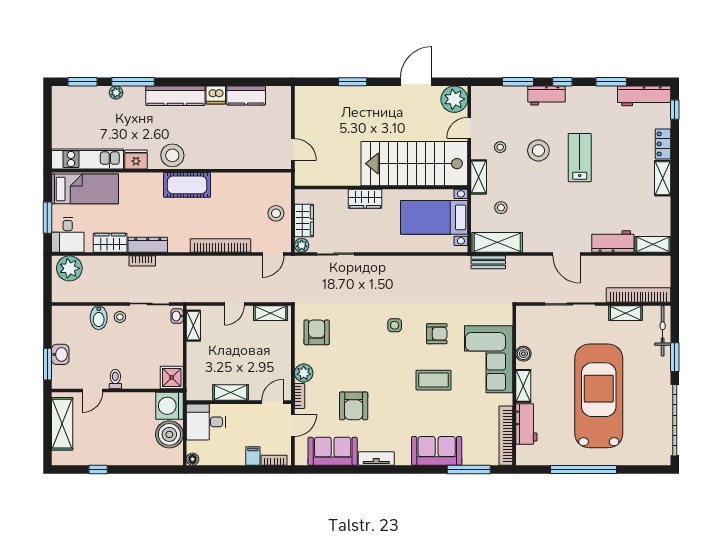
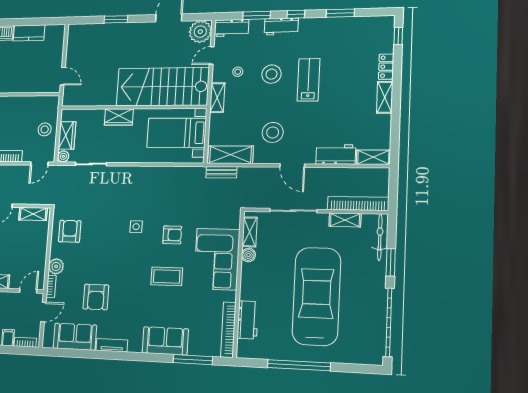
workbench: (644, 96) -> (232, 28), moved, width x0.73
stool: (501, 208) -> (273, 132), moved, width x1.89, depth x1.89
shelving: (523, 386) -> (250, 232), moved

